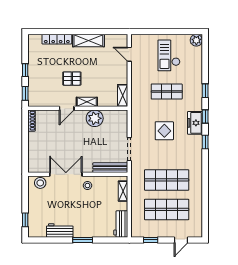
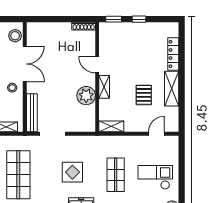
pallet: (72, 79) -> (144, 95), moved

